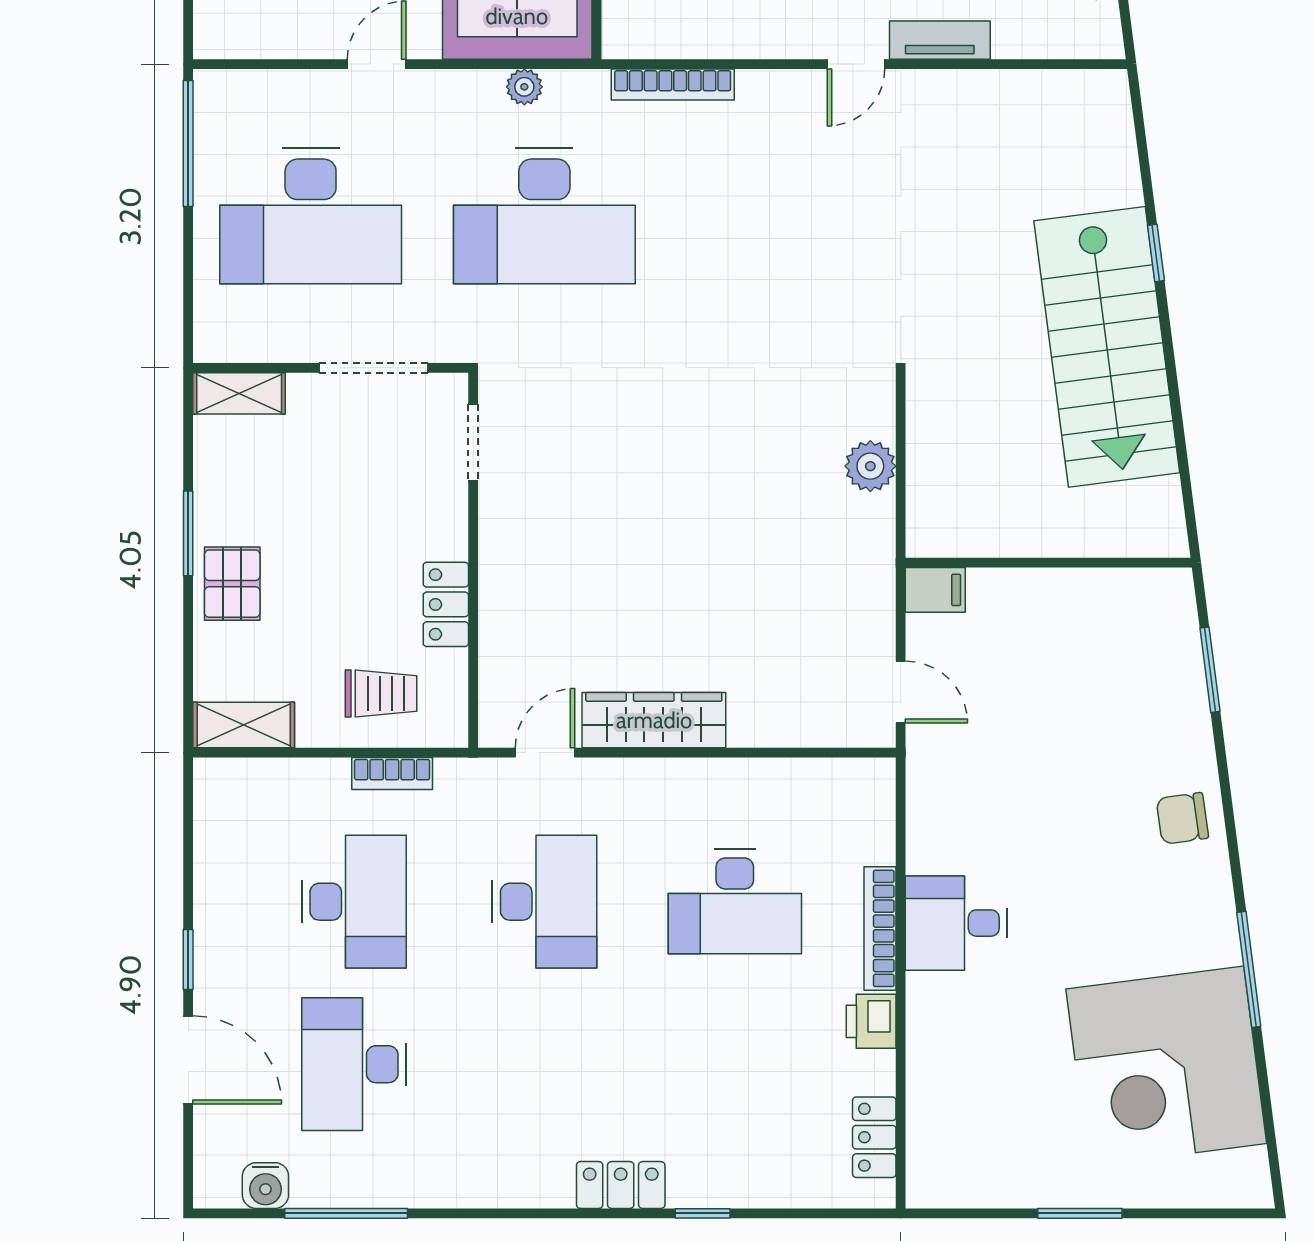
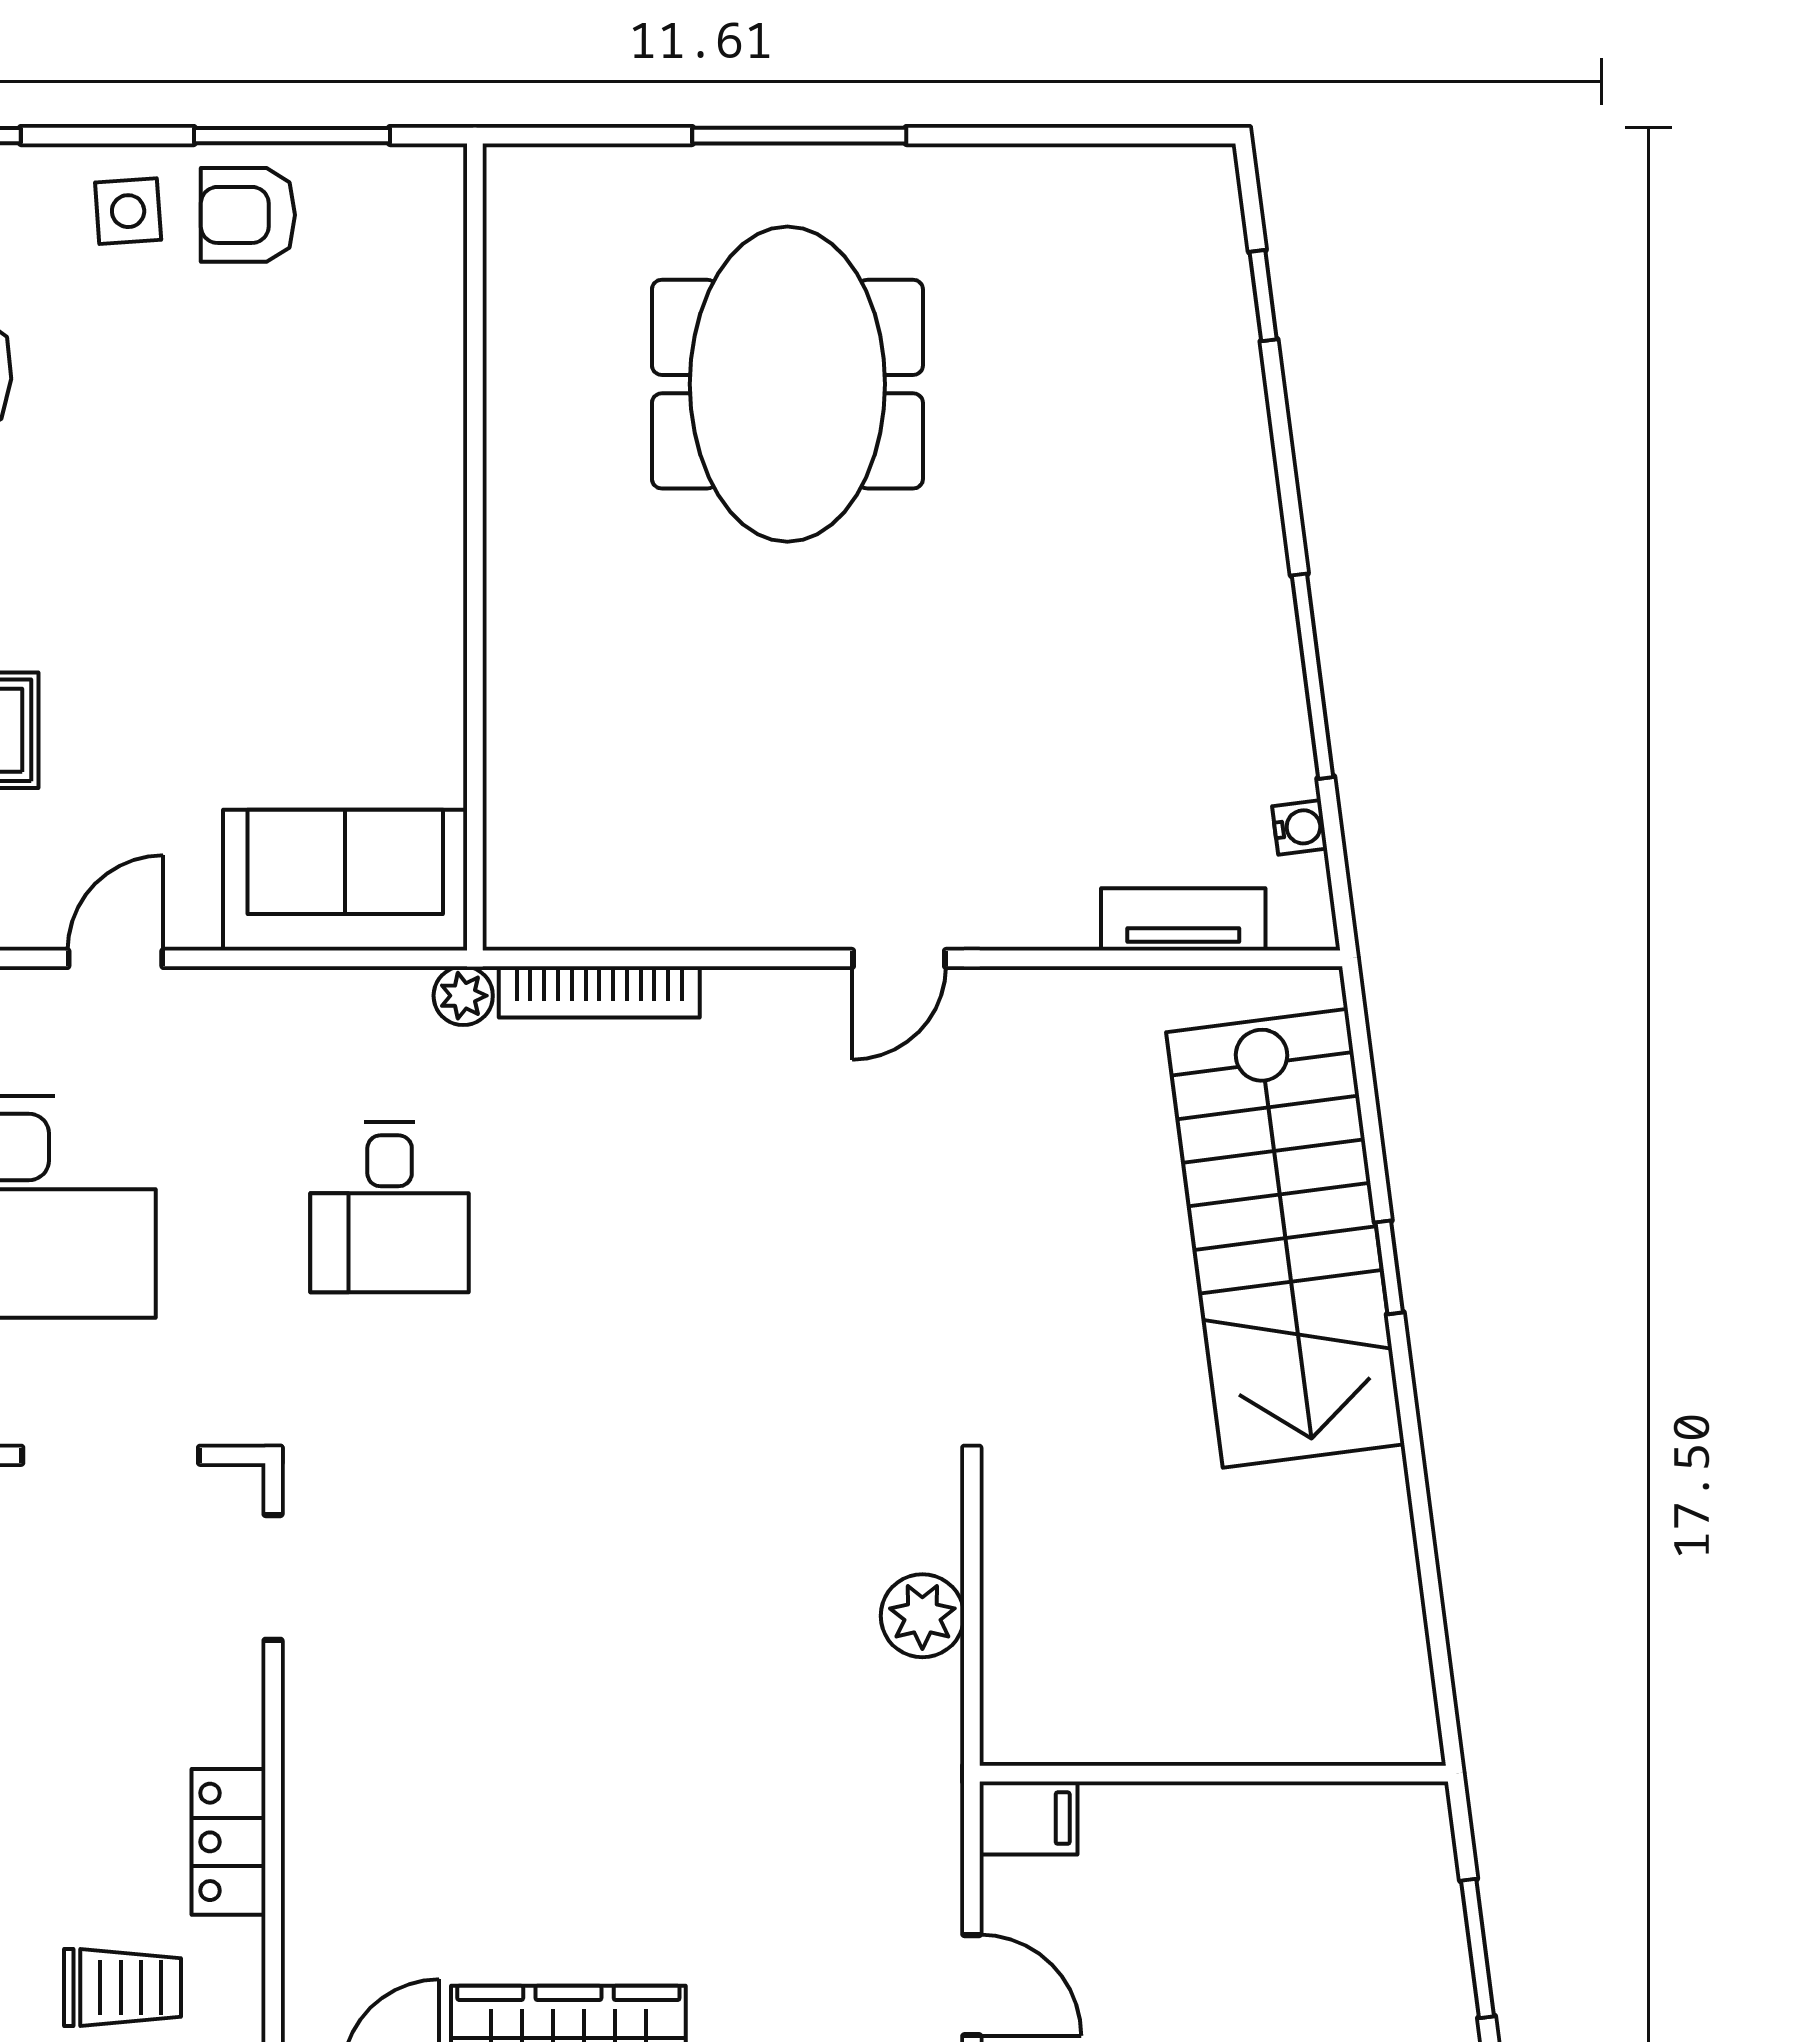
tv unit: (940, 40) -> (1183, 919), moved
plant: (524, 87) -> (463, 996), moved
desk: (544, 216) -> (390, 1207), width x0.53, depth x0.77
stairs: (1107, 347) -> (1285, 1238), moved

